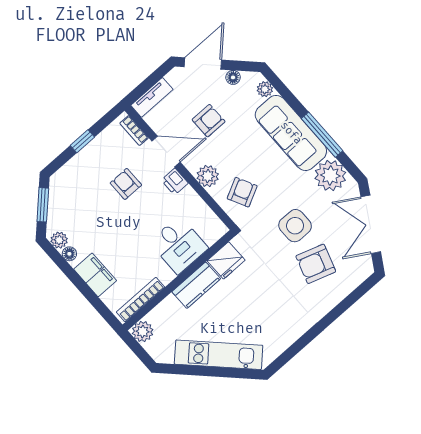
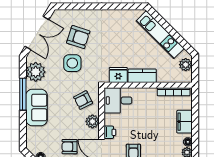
plant: (265, 89) -> (31, 138), removed
sofa: (291, 133) -> (37, 108), width x0.73
desk: (179, 245) -> (118, 100), moved, turned -90
plant: (143, 332) -> (186, 65), moved

